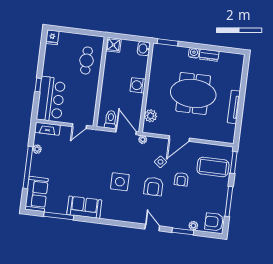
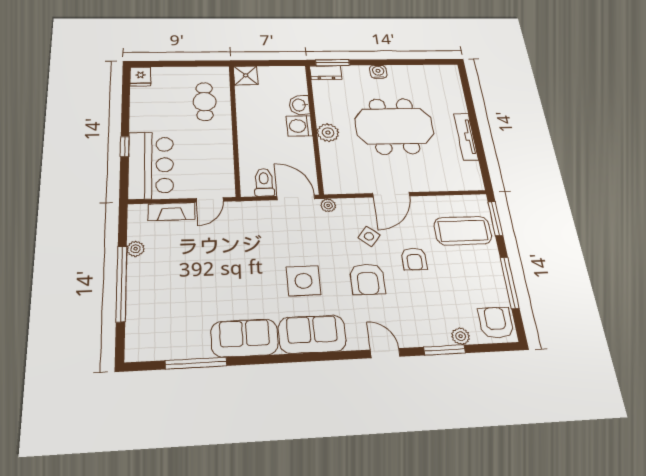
washbasin: (144, 49) -> (299, 105), moved
dresser: (209, 55) -> (326, 73), moved
plant: (150, 116) -> (328, 133), moved
fireplace: (48, 129) -> (171, 212), moved
sofa: (37, 194) -> (312, 334), moved, turned -90
armchair: (214, 222) -> (496, 323), turned 90

